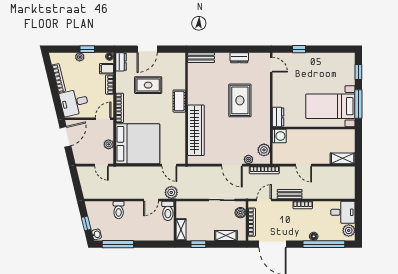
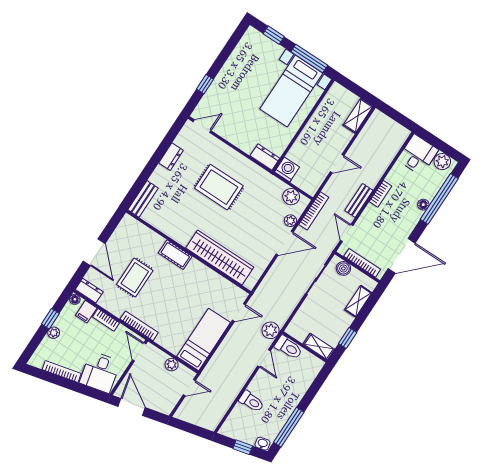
bed: (138, 144) -> (204, 340), width x0.49

